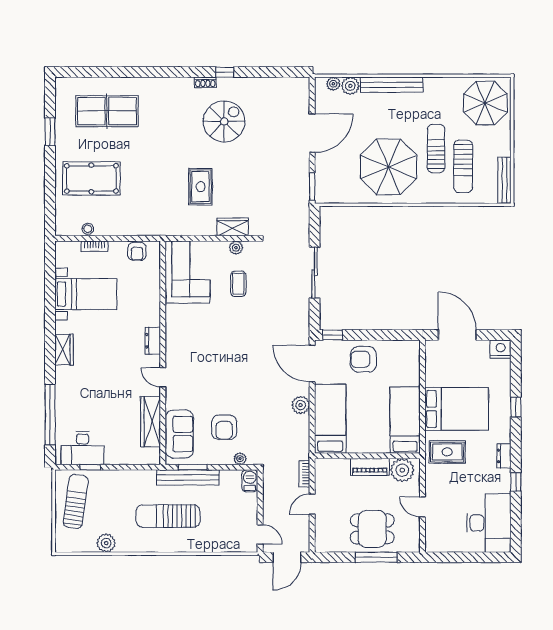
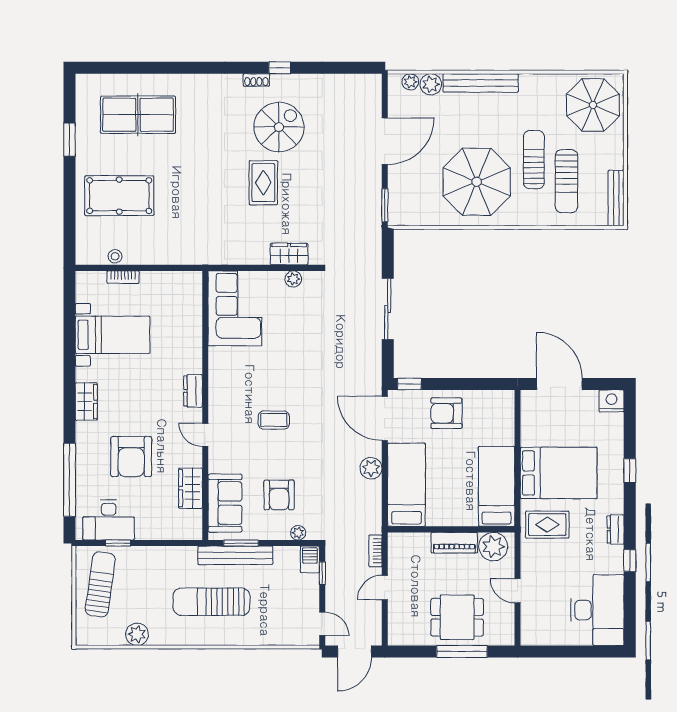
rug: (201, 187) -> (263, 183), moved
armchair: (137, 251) -> (131, 457), moved, width x1.88, depth x1.88
coffee table: (238, 284) -> (274, 420), moved, turned 90
wardrobe: (151, 422) -> (191, 488), width x0.67
window: (260, 492) -> (322, 573), added

